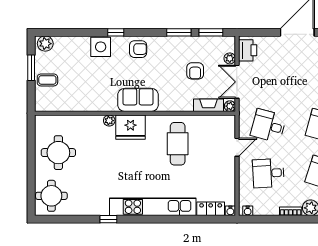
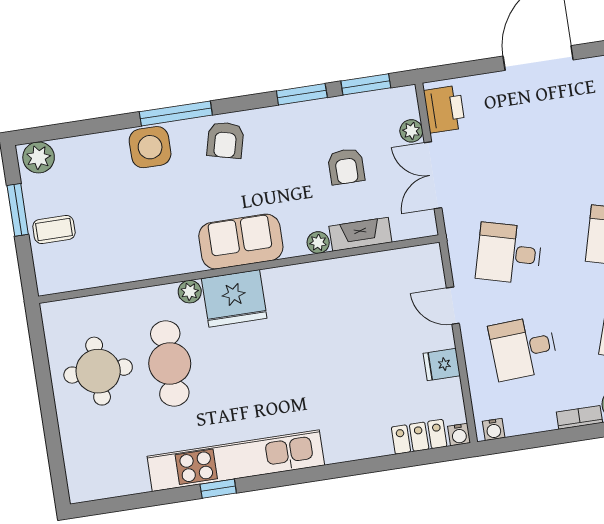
window: (116, 32) -> (176, 113), width x2.17
armchair: (138, 49) -> (225, 140), turned 104
fireplace: (209, 105) -> (360, 234), moved
plant: (230, 106) -> (318, 243), moved
cafe table: (178, 144) -> (170, 363), moved
door: (237, 147) -> (453, 306), swing flipped
fridge: (227, 175) -> (442, 365), added
round table: (51, 196) -> (97, 459), removed
kitchen unit: (153, 207) -> (236, 461), moved

